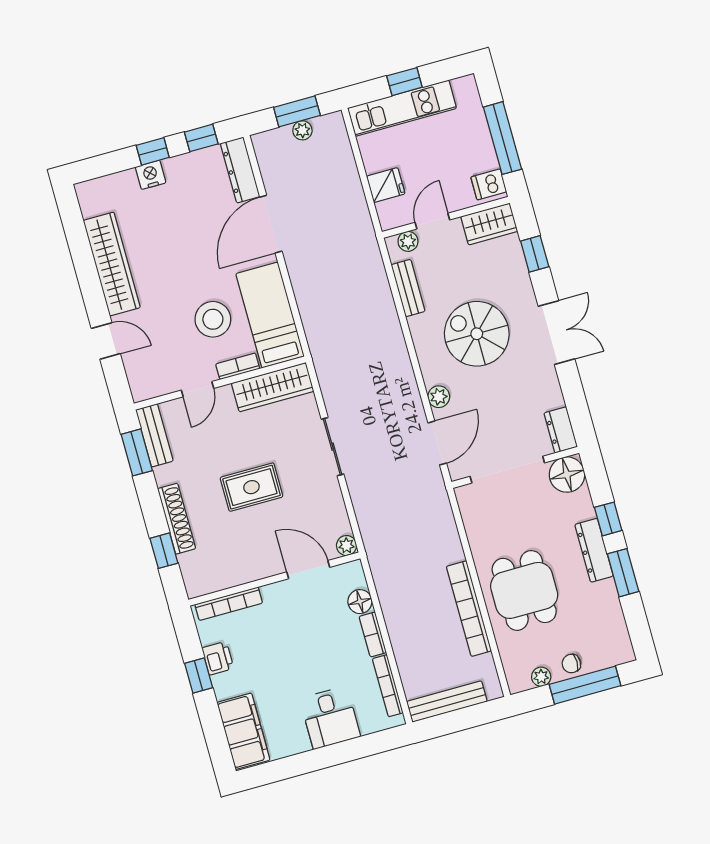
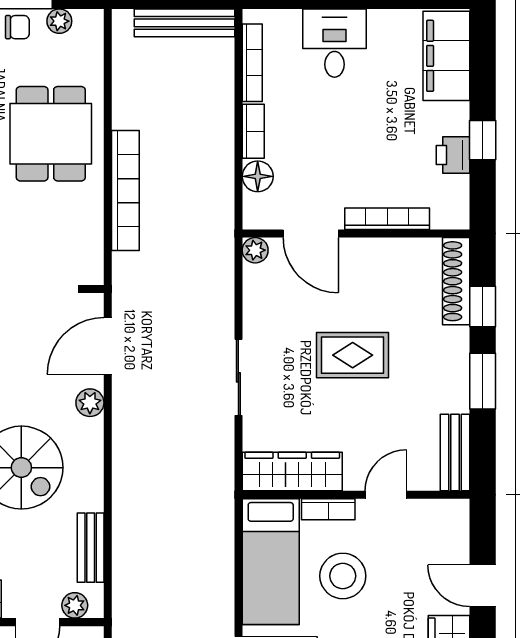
window: (137, 452) -> (483, 381), moved
shoe rack: (177, 519) -> (456, 281), moved
bookcase: (229, 604) -> (387, 219), moved
bookcase: (469, 609) -> (125, 191), moved

